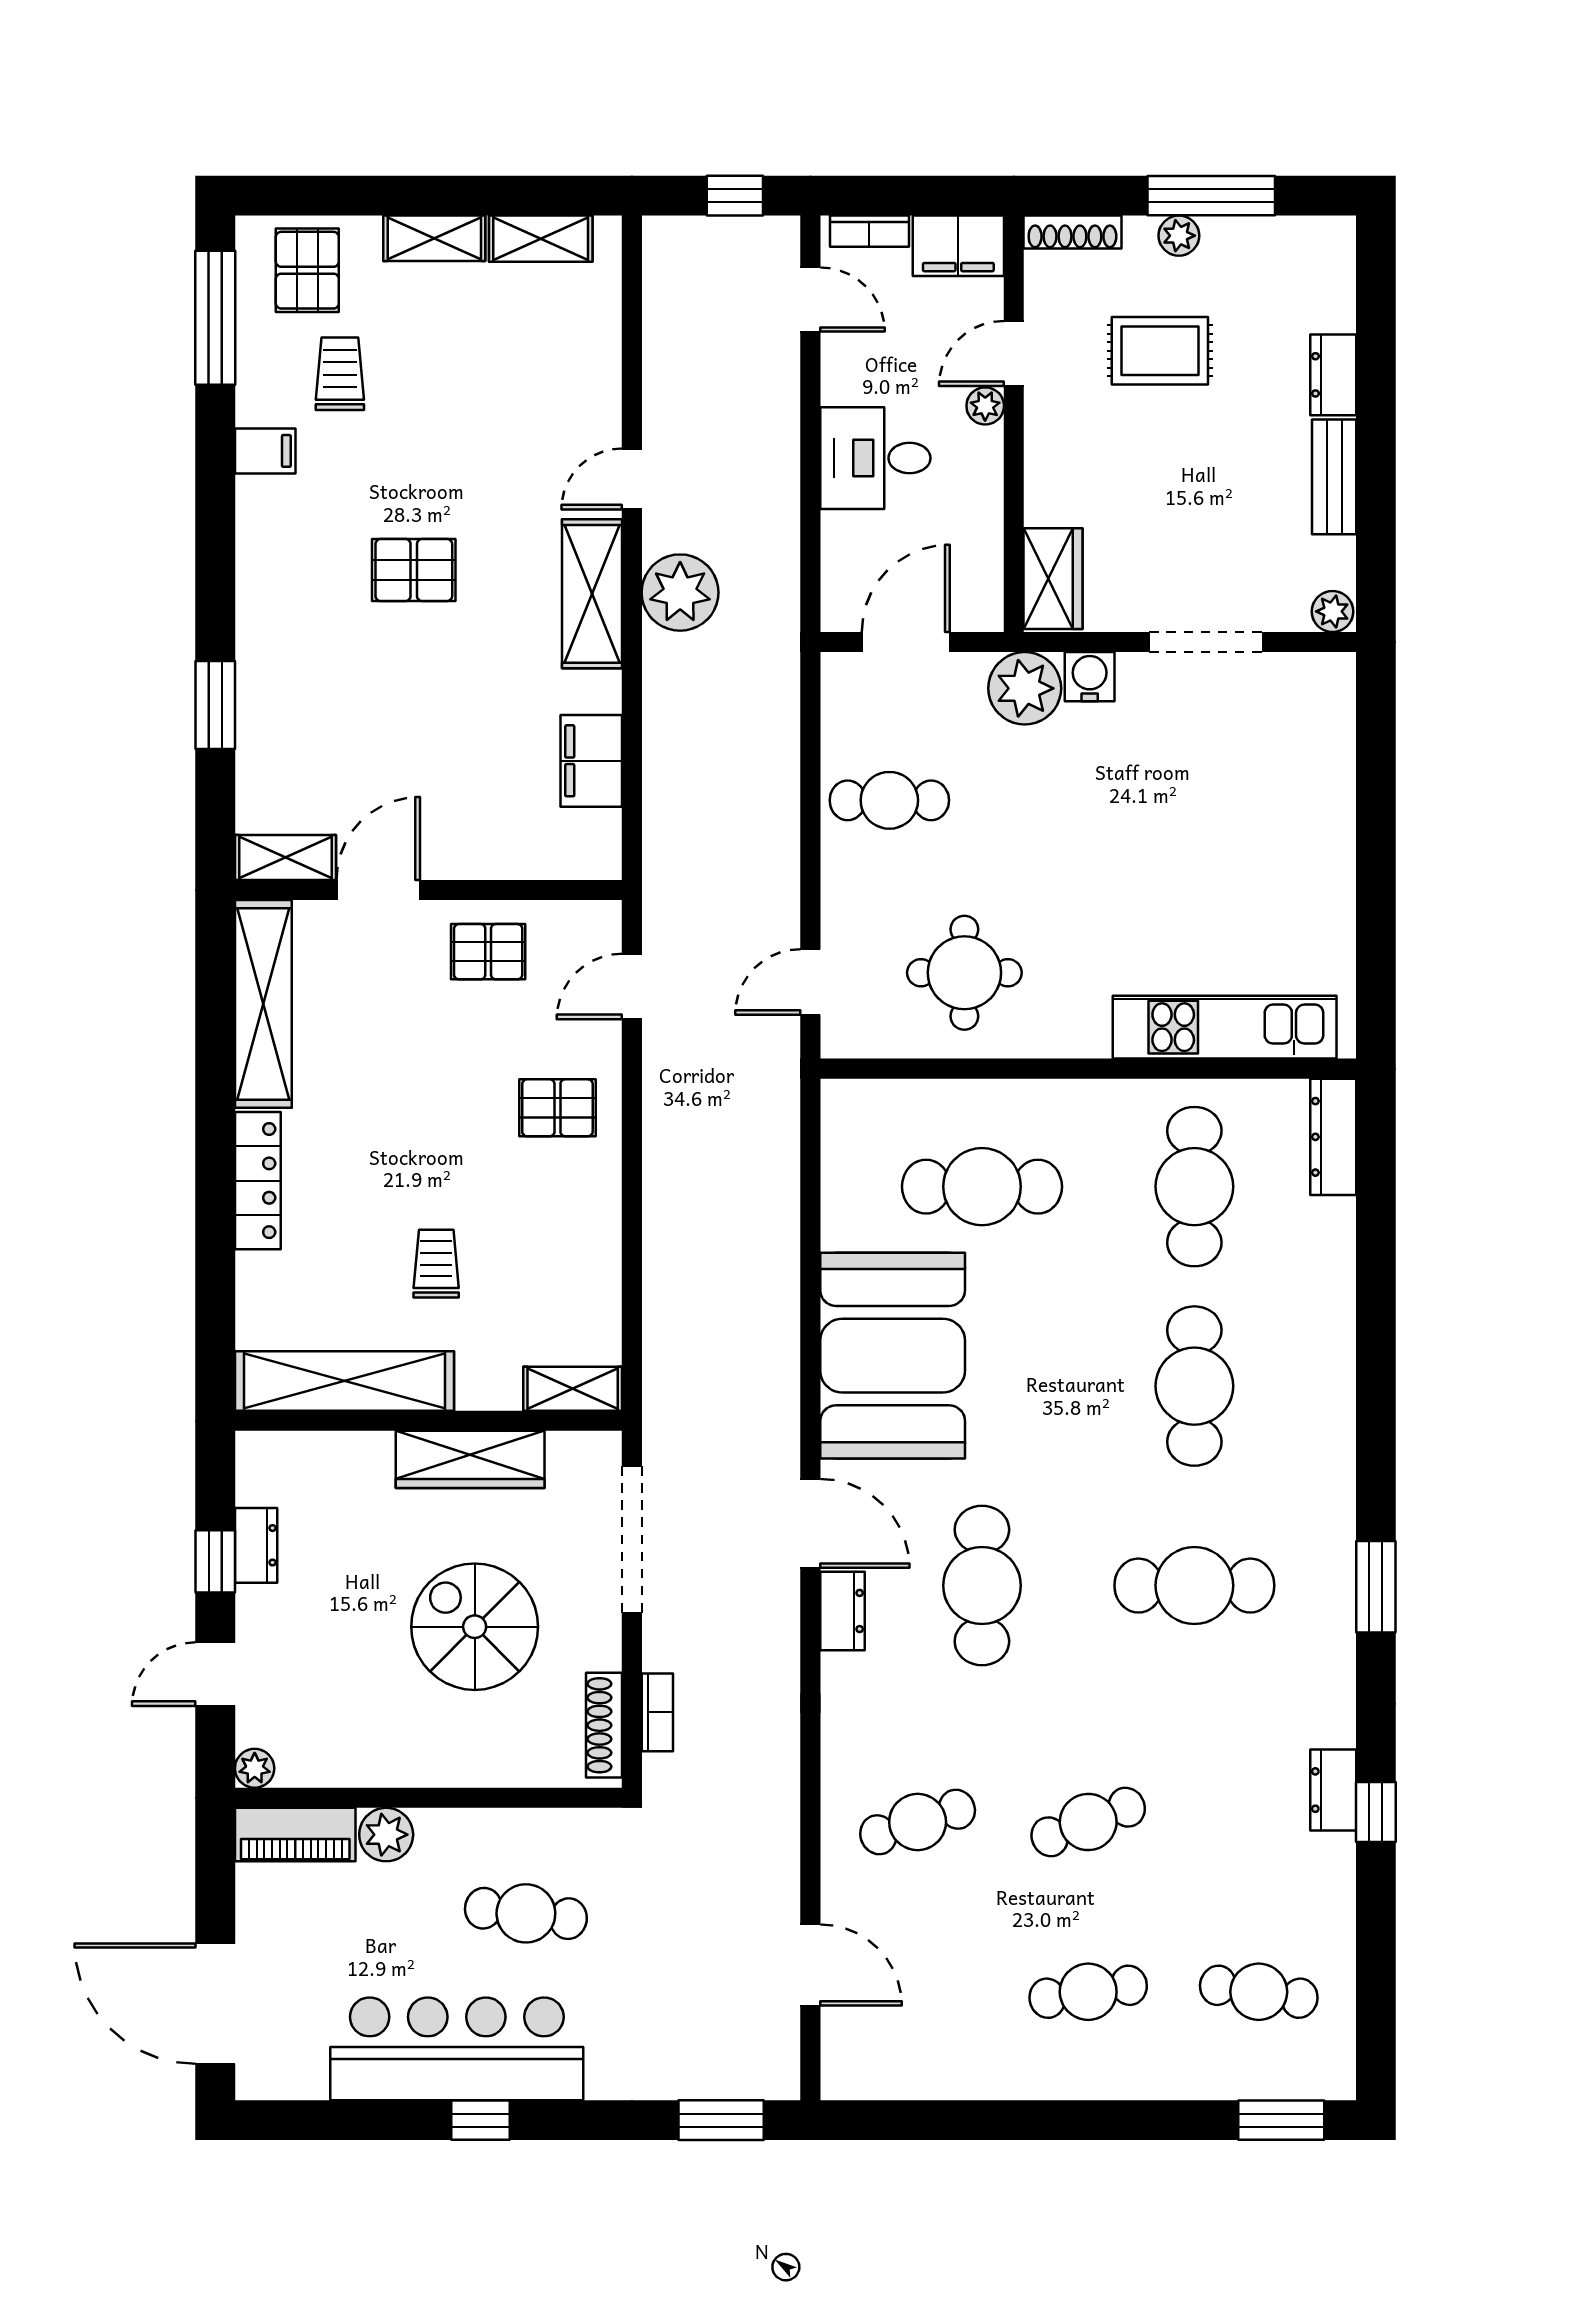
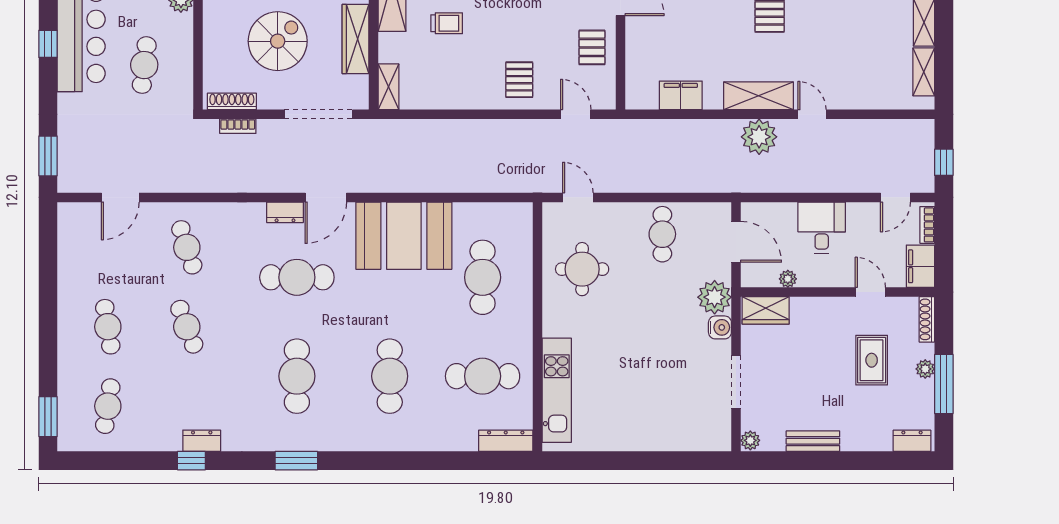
dresser: (1333, 375) -> (912, 441), moved
plant: (985, 406) -> (788, 279), moved
cafe table: (1194, 1386) -> (390, 376), turned 90

